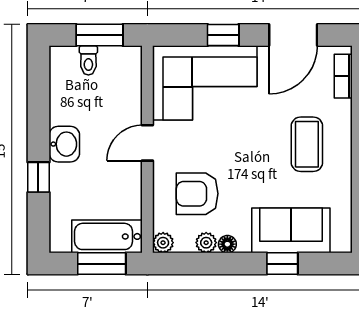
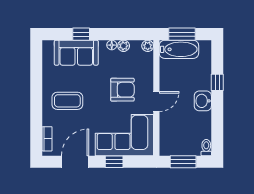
toilet: (88, 60) -> (206, 148), moved
coffee table: (307, 144) -> (67, 101), turned 90
armchair: (197, 194) -> (122, 90), moved

